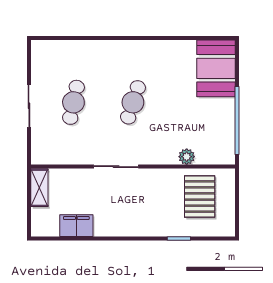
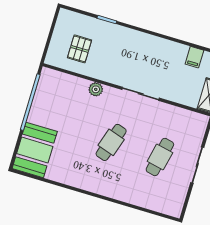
plant: (187, 157) -> (96, 89), moved
pallet: (200, 197) -> (80, 49), width x0.67, depth x0.71
filing cabinet: (76, 226) -> (194, 57), width x0.50

